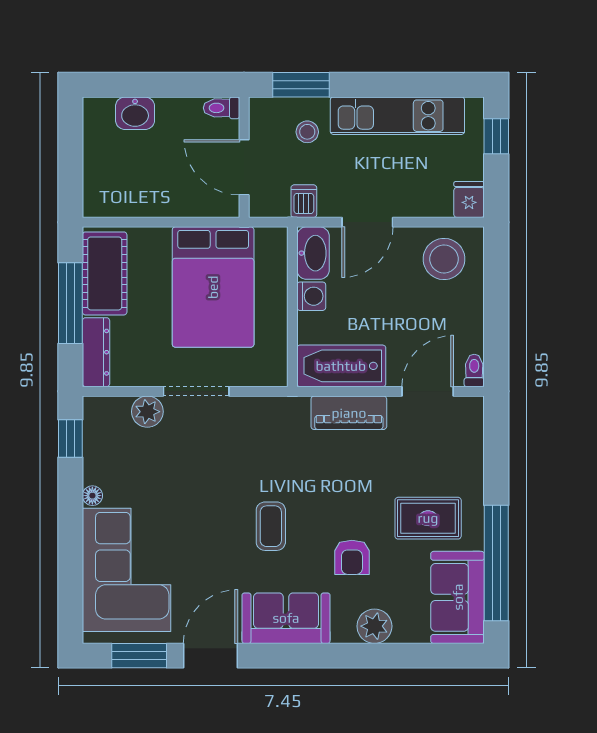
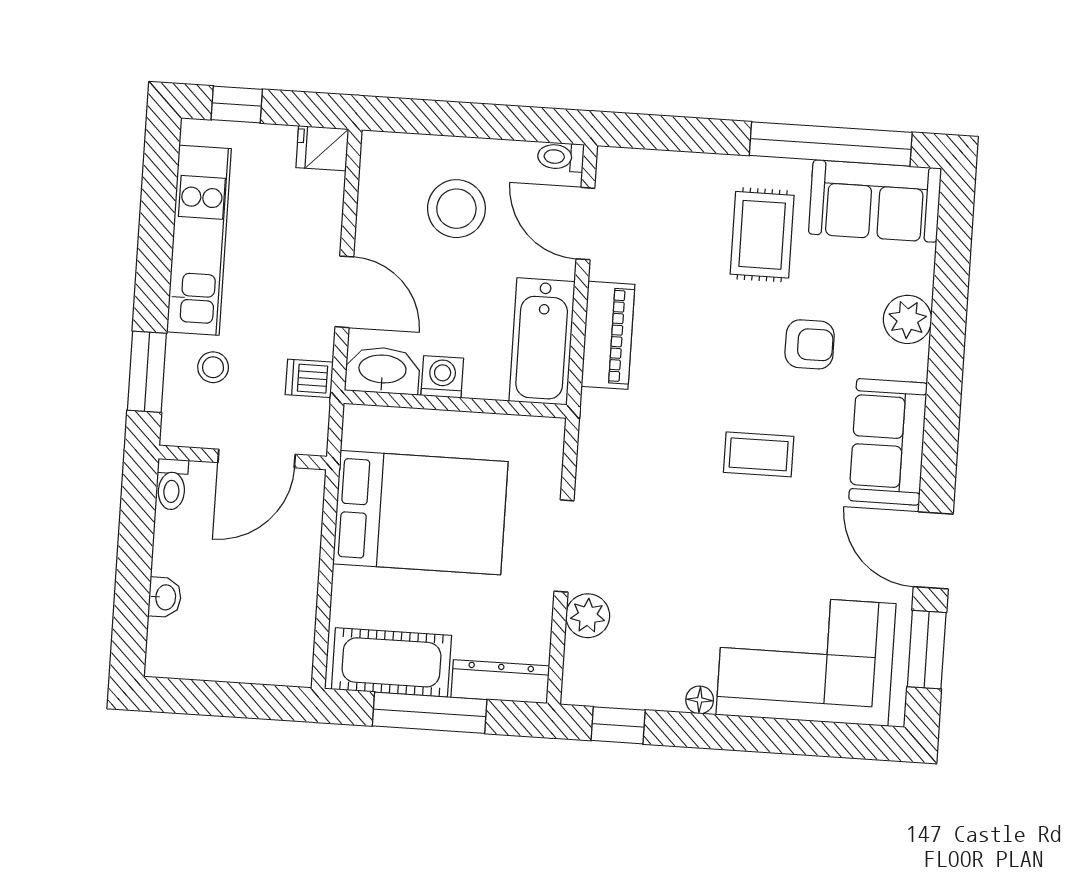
washbasin: (135, 113) -> (165, 597), width x0.72, depth x0.69
stool: (444, 259) -> (456, 209), moved

